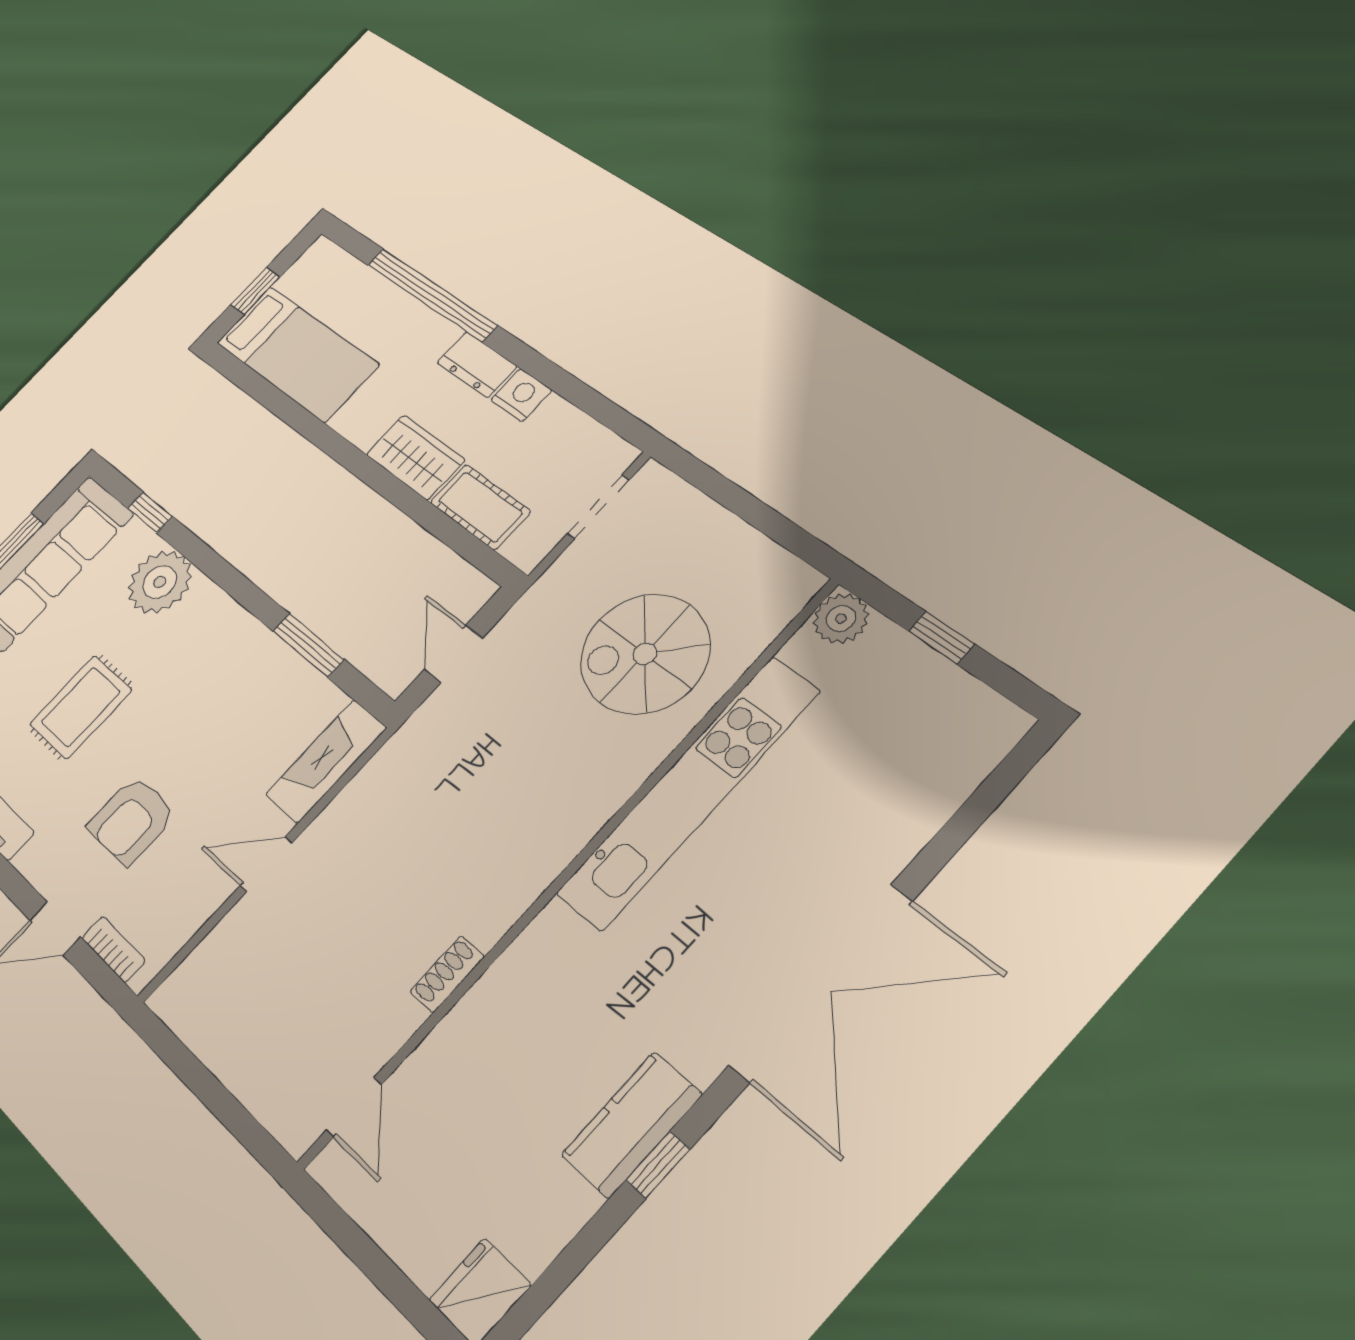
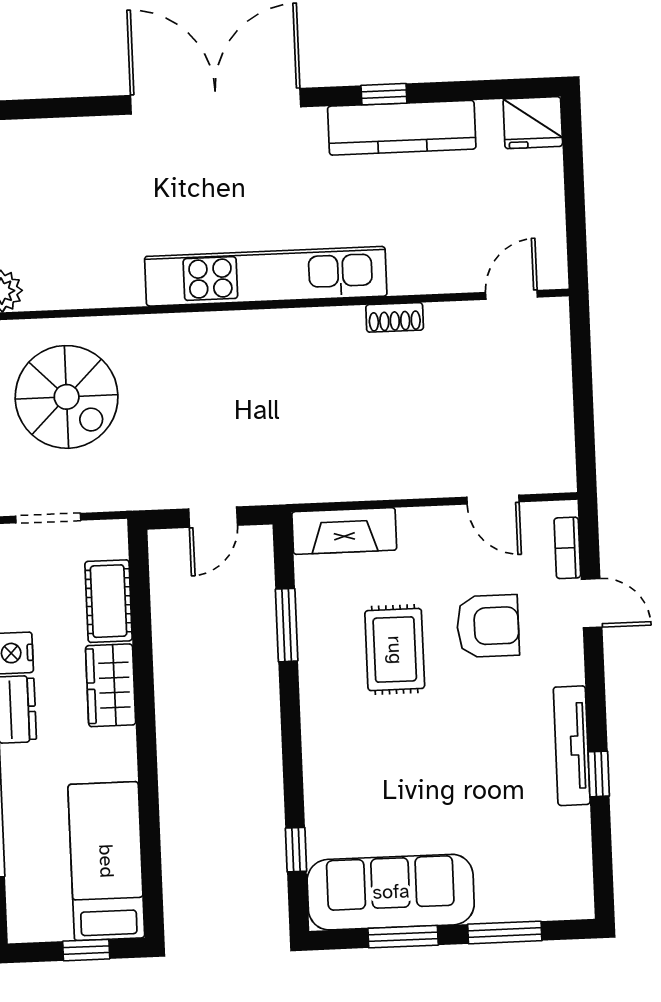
plant: (160, 582) -> (334, 785), removed
spiral stairs: (645, 654) -> (67, 397), moved
rug: (81, 707) -> (395, 650), moved, turned 90
kitchen unit: (688, 793) -> (266, 276), moved
door: (266, 864) -> (493, 500), moved
kitchen counter: (632, 1125) -> (402, 128), width x1.50

